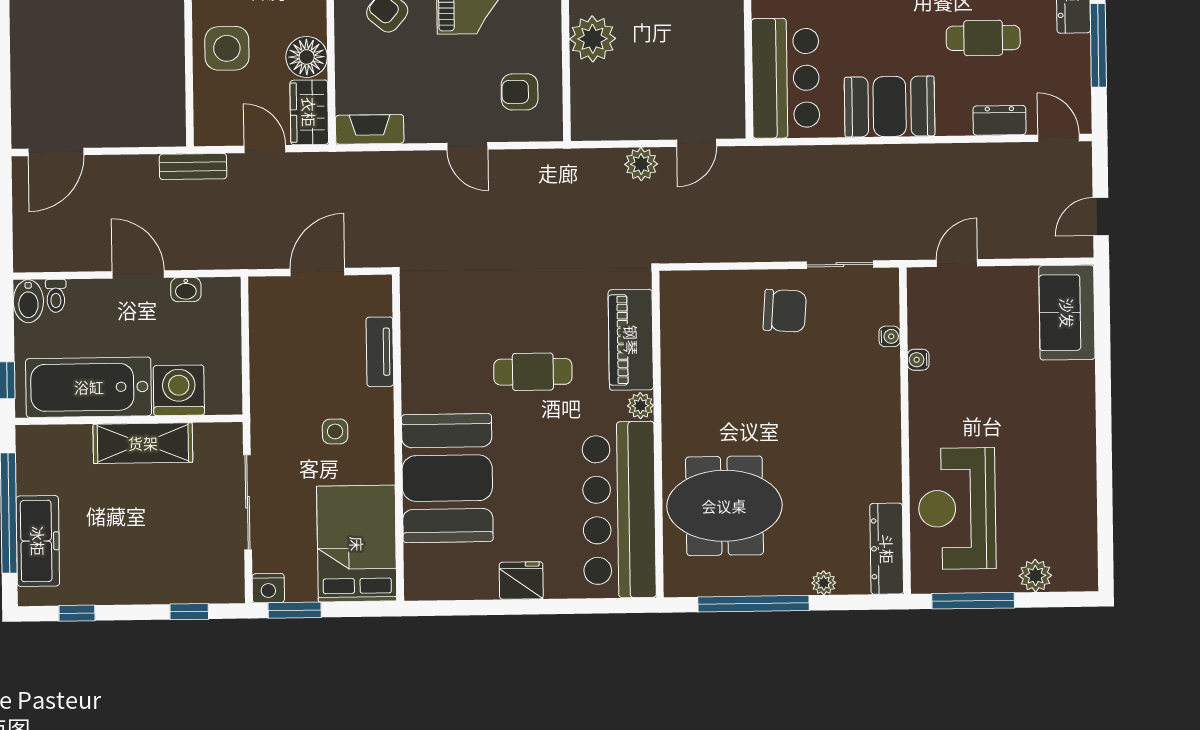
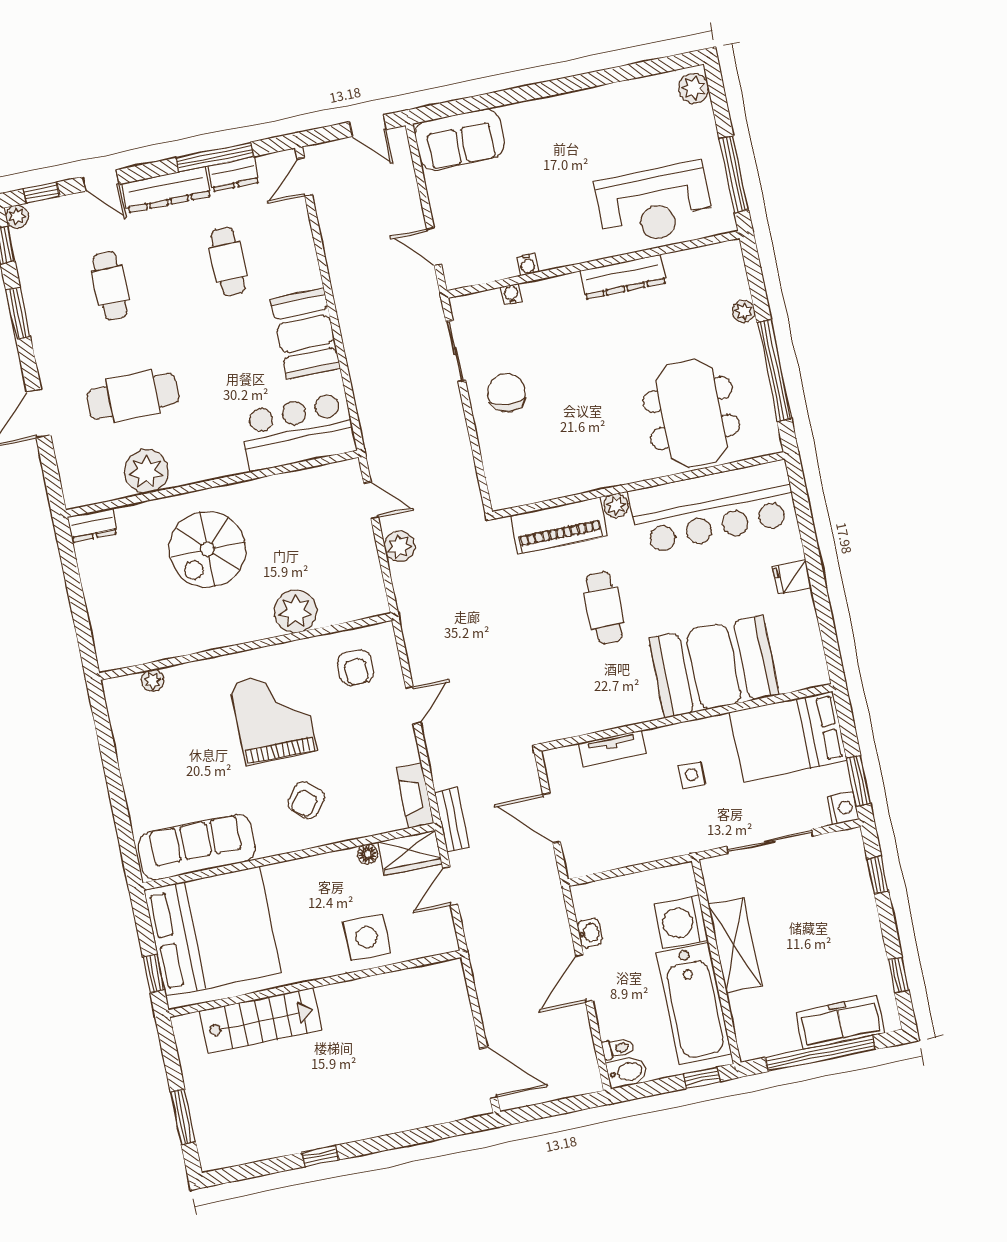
floor lamp: (307, 57) -> (368, 854), width x0.53, depth x0.53
dresser: (999, 120) -> (233, 174), moved, turned -90
bench: (193, 167) -> (452, 820), moved
dresser: (887, 549) -> (623, 277), moved
plant: (1035, 576) -> (694, 88), moved
fridge: (521, 581) -> (792, 577), width x0.72

